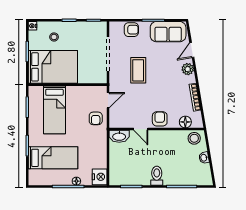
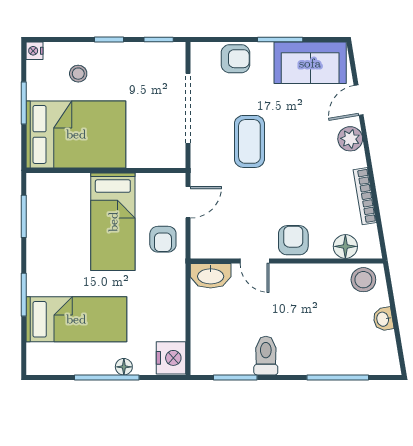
bed: (54, 110) -> (113, 222), moved
toilet: (157, 176) -> (266, 356), moved

